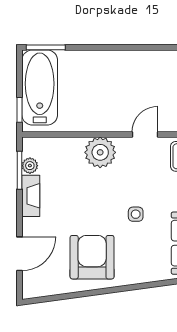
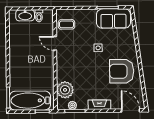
plant: (100, 152) -> (65, 90), moved
fireplace: (31, 196) -> (99, 105), moved
door: (20, 254) -> (130, 110), moved

